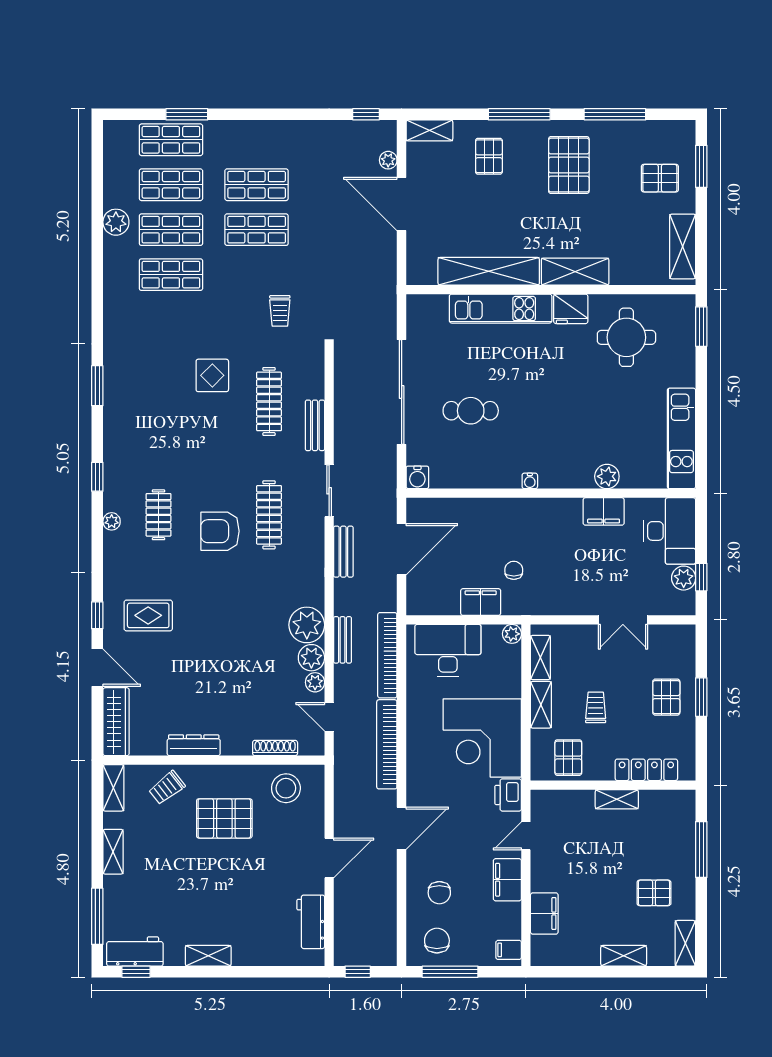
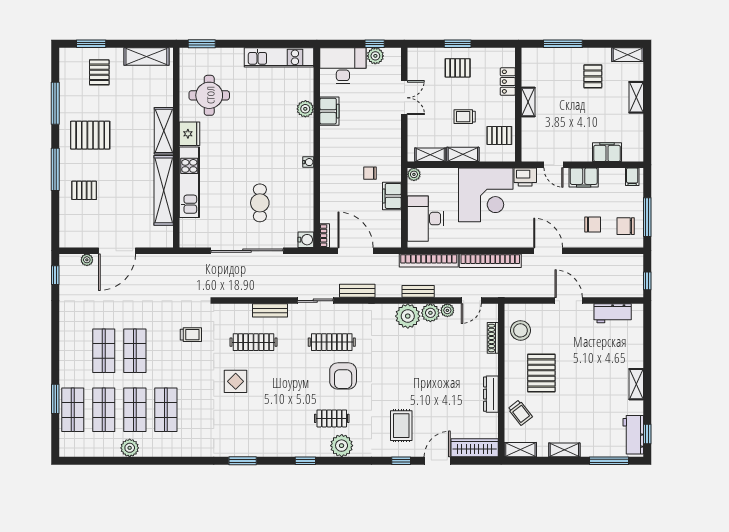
shelving: (429, 130) -> (66, 231), removed
bookcase: (423, 505) -> (325, 236), added
plant: (112, 521) -> (342, 446), width x1.87, depth x1.87
locker: (646, 770) -> (508, 82), width x0.66

